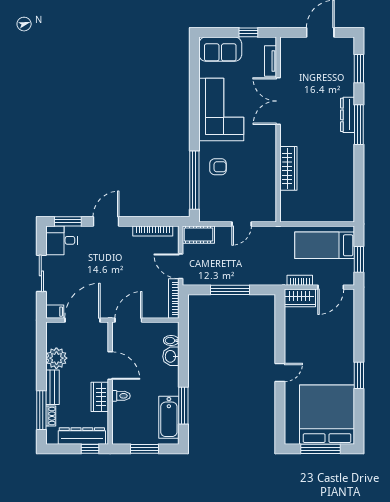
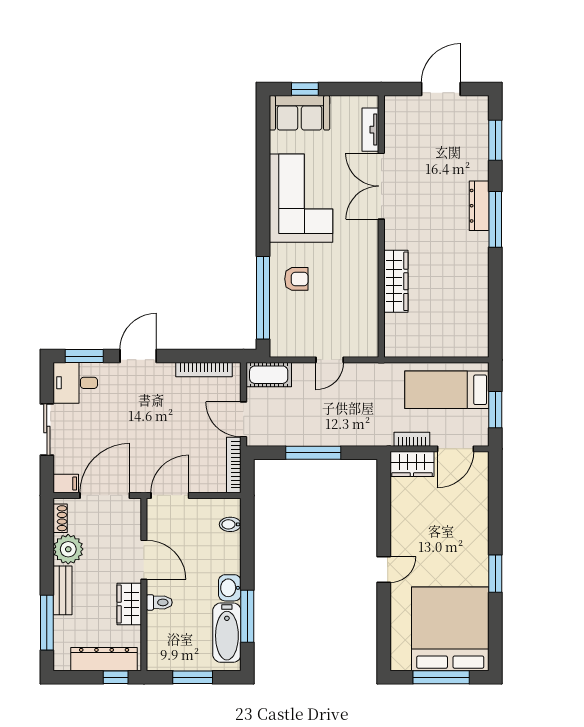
window: (248, 32) -> (305, 89), moved
washbasin: (171, 356) -> (230, 588), moved
shoe rack: (51, 416) -> (60, 518), moved

